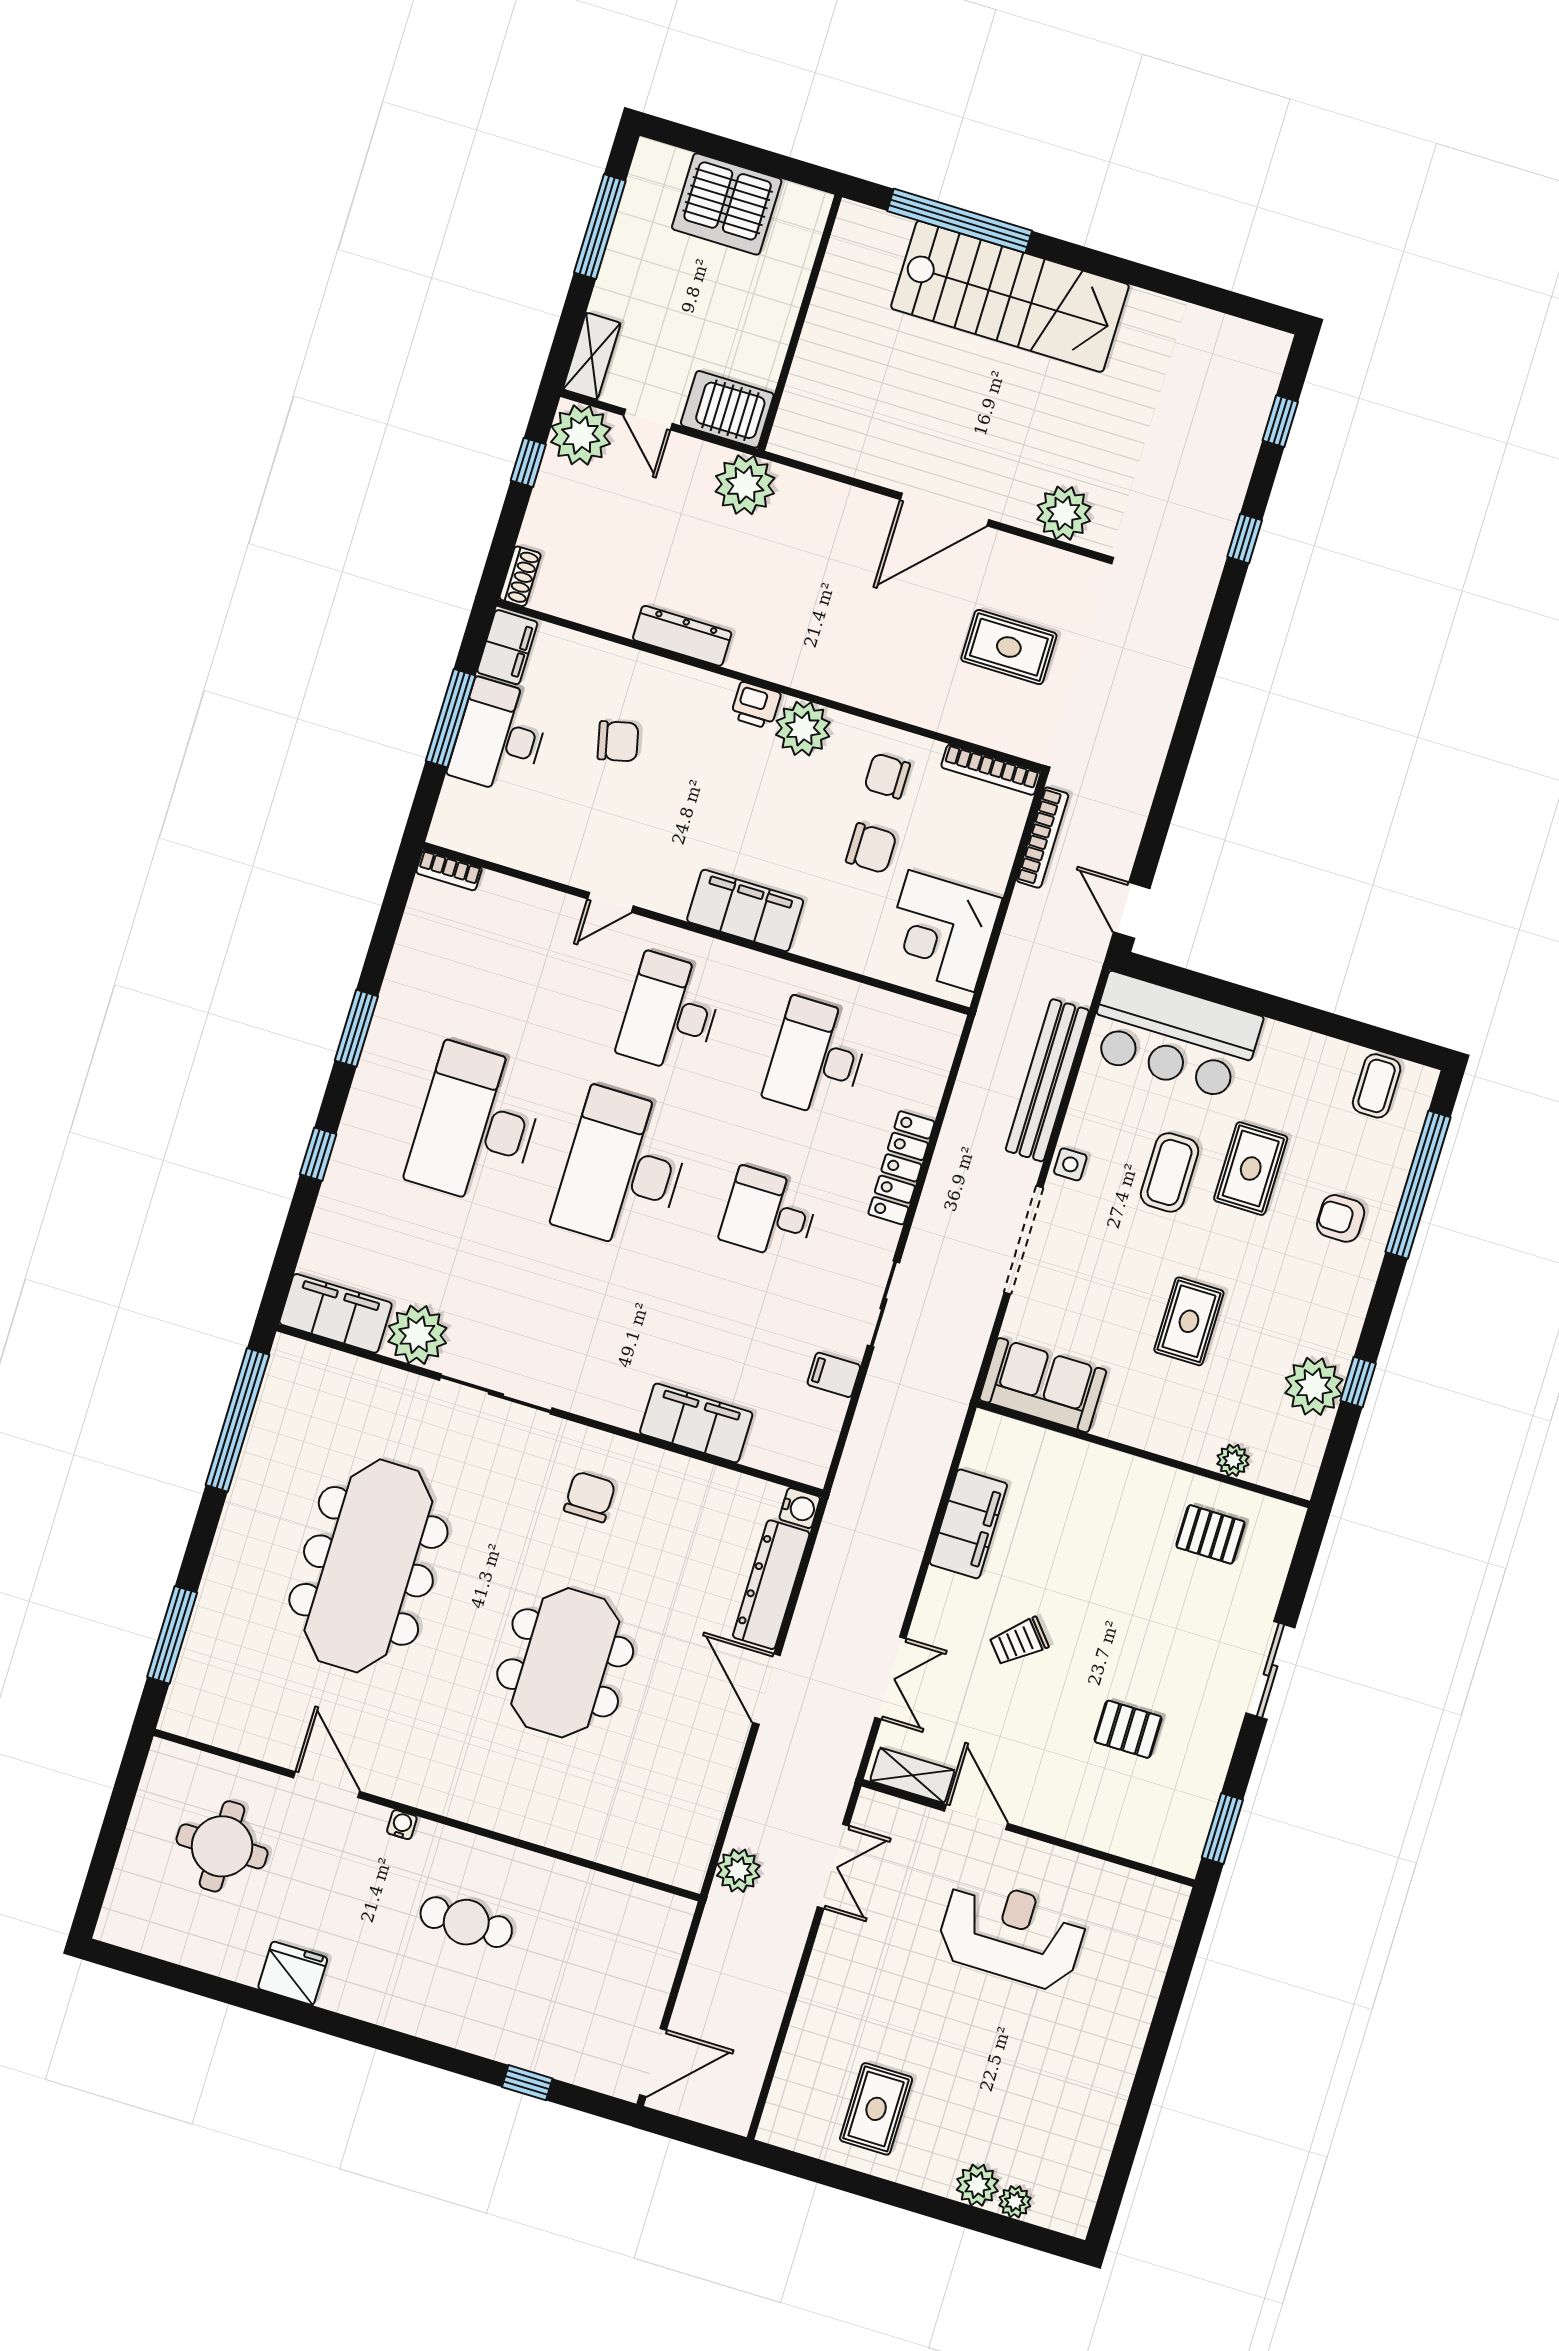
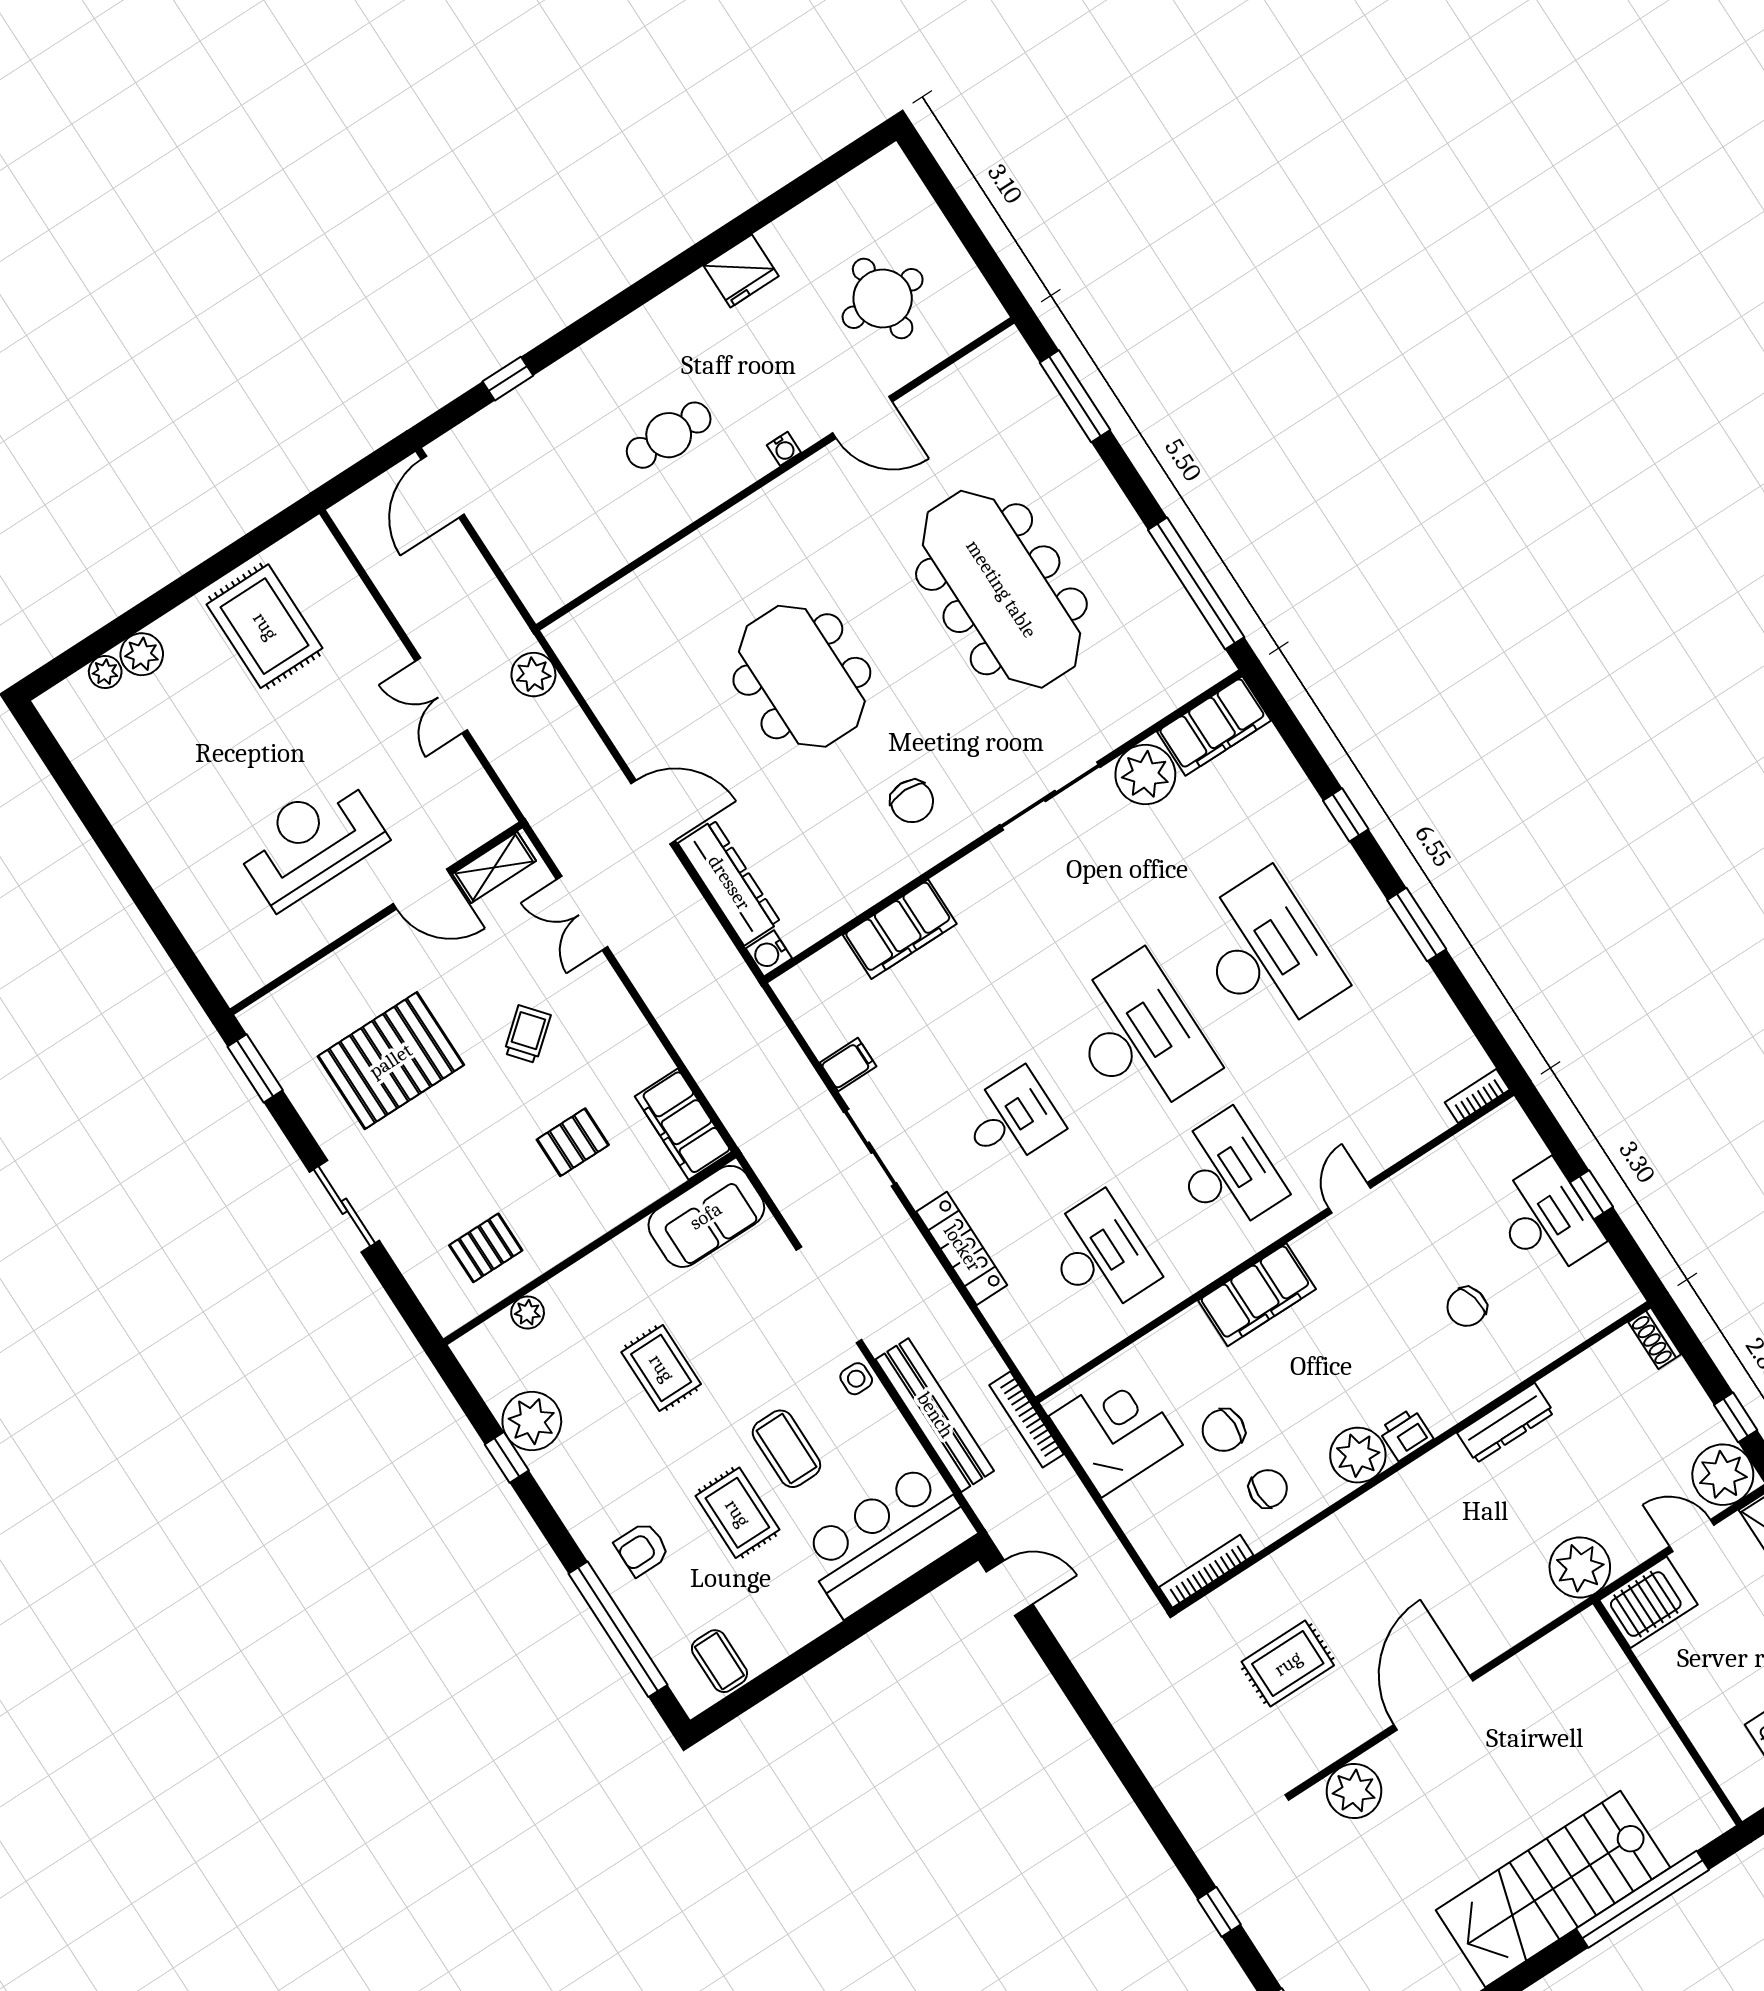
filing cabinet: (507, 647) -> (1609, 1283), removed
window: (451, 718) -> (1592, 1195), width x0.46
bookcase: (1042, 838) -> (1026, 1420), moved
armchair: (1341, 1218) -> (642, 1549), turned 180
filing cabinet: (968, 1524) -> (683, 1124), moved
pallet: (1073, 1536) -> (573, 1142), added
pallet: (1128, 1729) -> (391, 1061), width x2.05, depth x2.00
double door: (833, 1866) -> (441, 696), moved
reception desk: (1012, 1934) -> (310, 841), turned 180
rug: (876, 2109) -> (265, 626), width x1.36, depth x1.43

